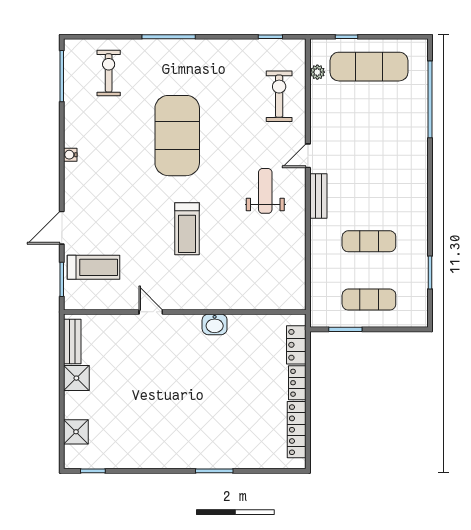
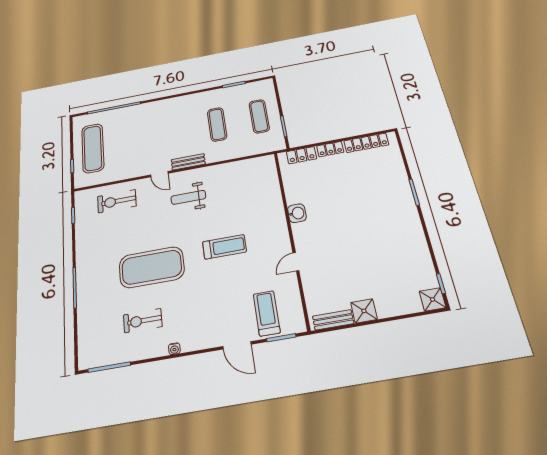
plant: (317, 72) -> (98, 180), removed
exercise bike: (109, 73) -> (143, 321), moved
shower: (76, 432) -> (433, 299), moved

